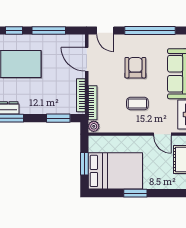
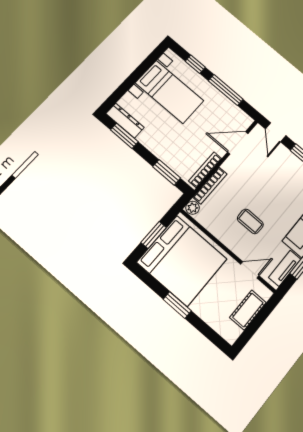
door: (87, 59) -> (238, 143), hinge flipped
armchair: (135, 68) -> (275, 188), removed
door: (162, 134) -> (250, 270), swing flipped
bed: (115, 171) -> (182, 261), width x1.36

